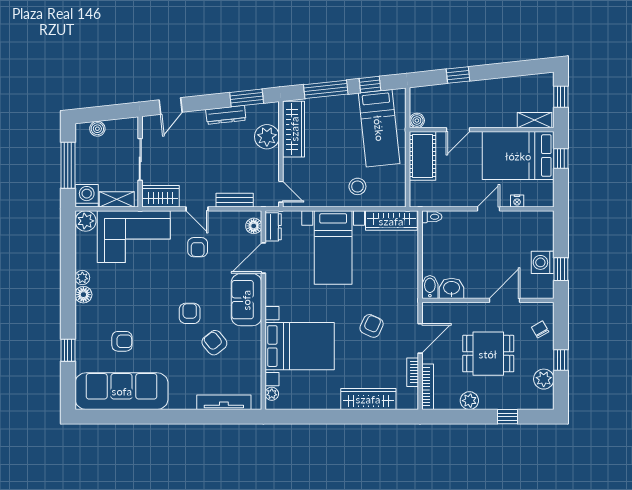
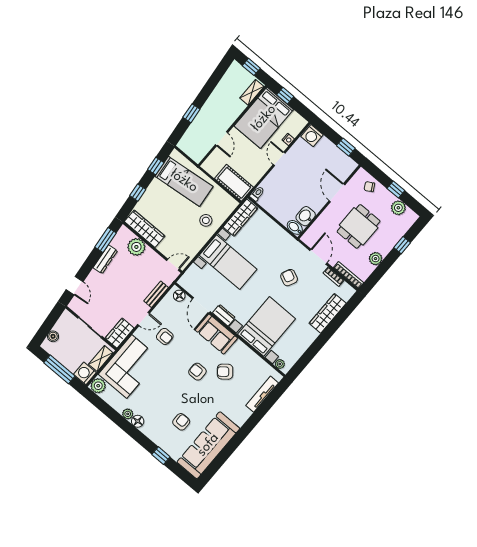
window: (326, 89) -> (138, 193), width x0.46
boiler: (417, 120) -> (197, 157), removed
cot: (423, 156) -> (234, 183), moved
dresser: (273, 227) -> (224, 315), moved
washing machine: (543, 262) -> (312, 136), moved

